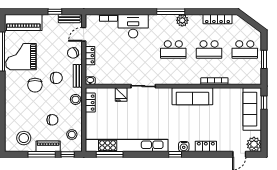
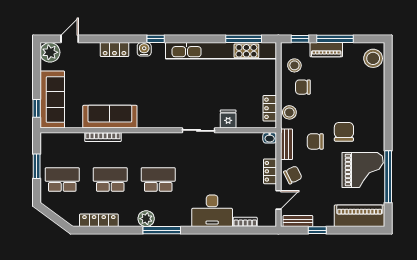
sofa: (192, 96) -> (110, 117), moved
chair: (52, 120) -> (303, 87), moved
stool: (24, 138) -> (373, 58), moved

